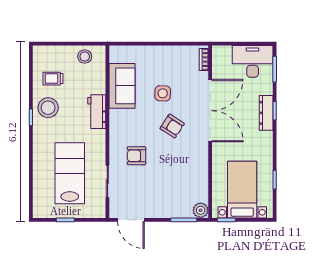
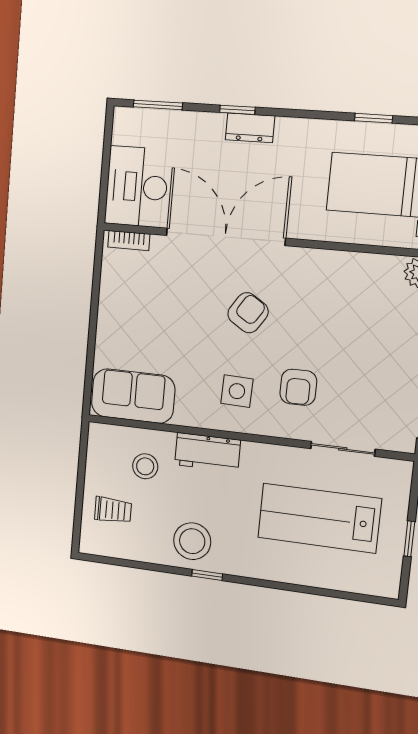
stool: (85, 57) -> (145, 466), moved
desk: (253, 61) -> (137, 187), moved
trolley: (53, 79) -> (113, 510), moved, turned -90
sofa: (122, 86) -> (133, 396), moved
side table: (163, 93) -> (237, 391), moved
dresser: (266, 113) -> (250, 128), width x0.70

